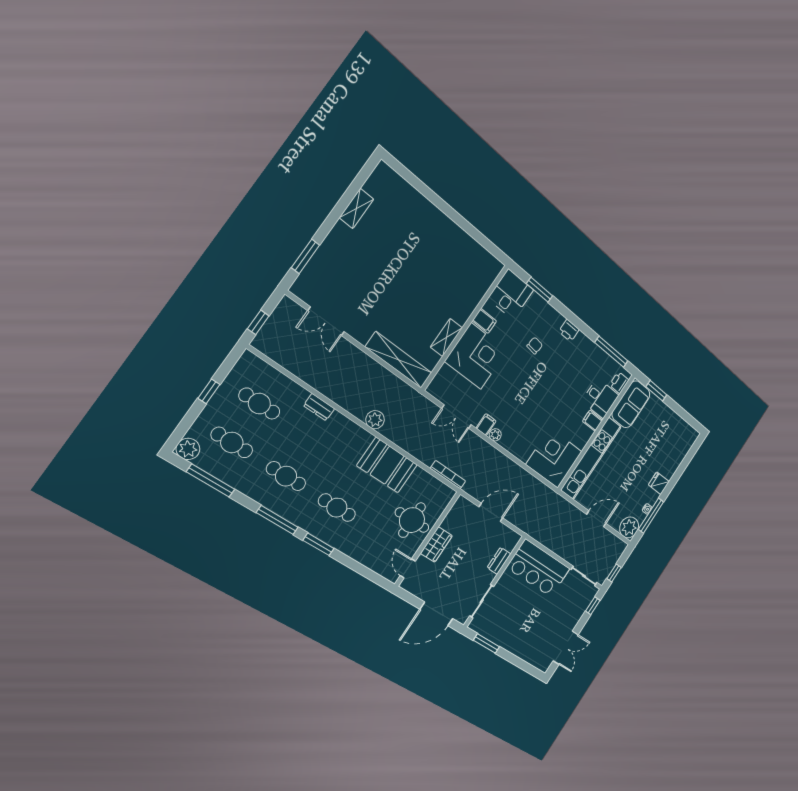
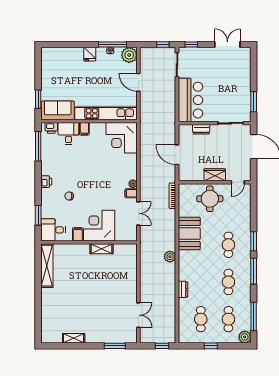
shelving: (399, 360) -> (47, 266), moved

